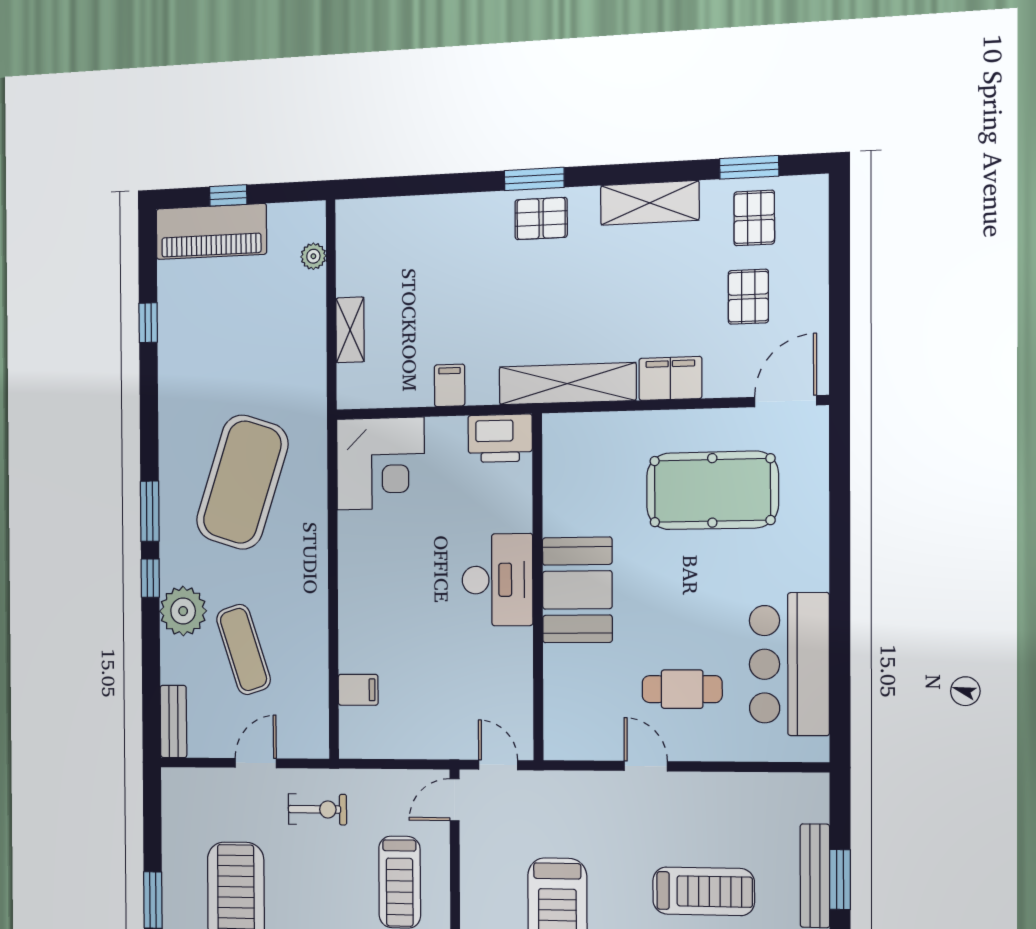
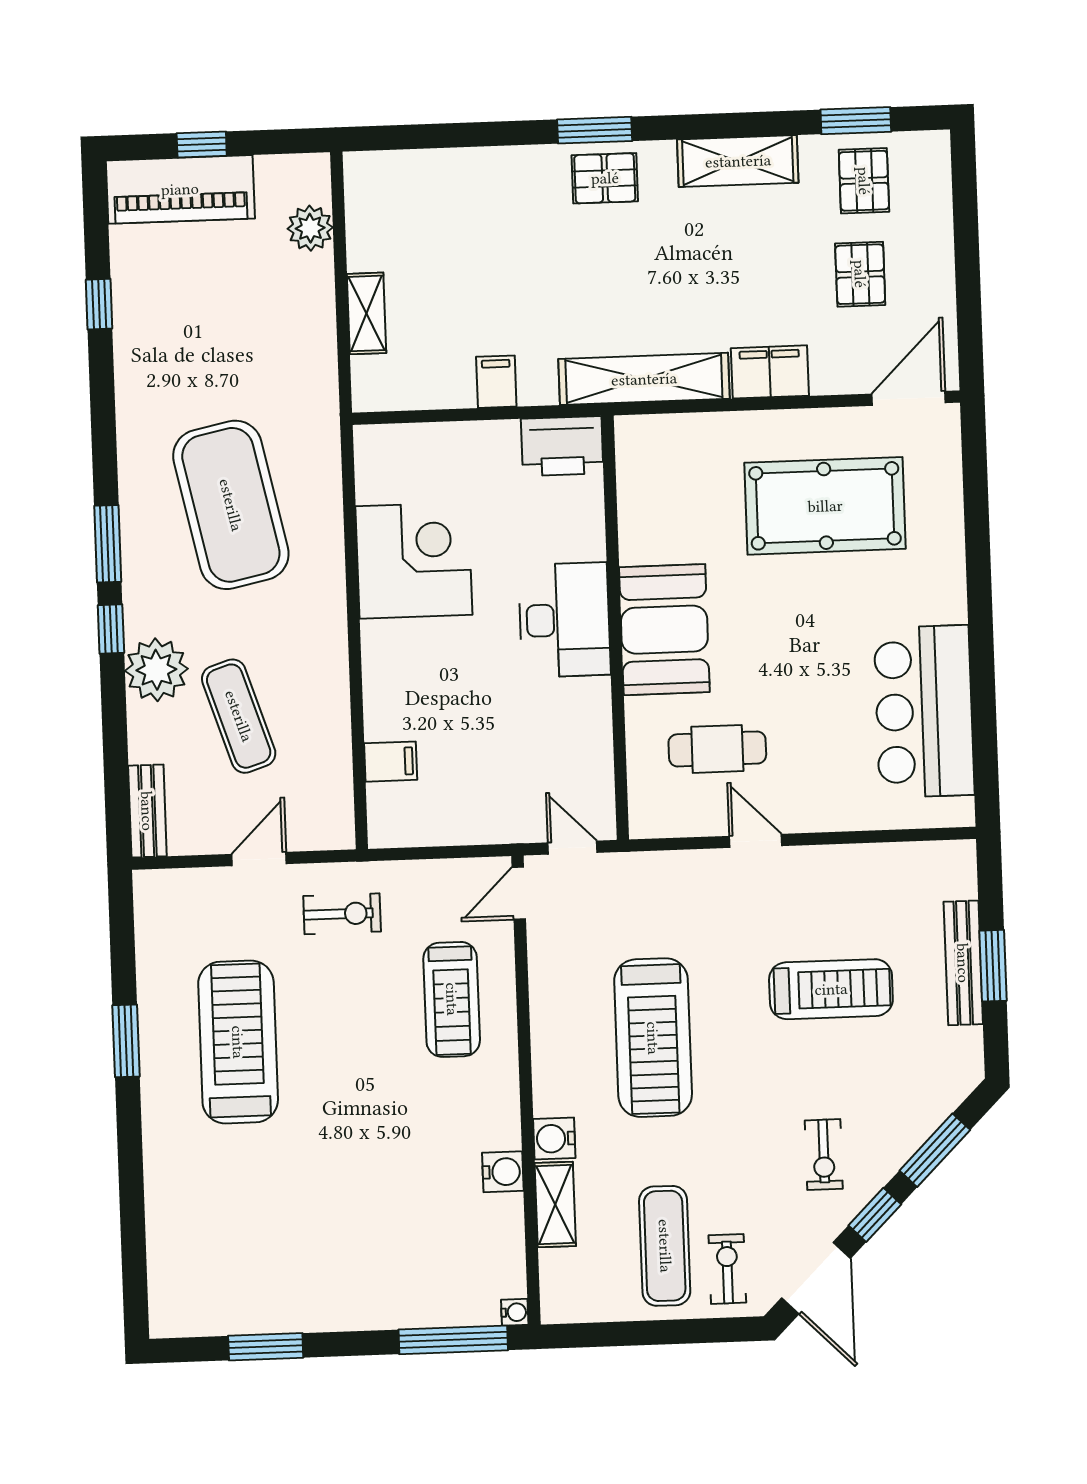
plant: (313, 256) -> (310, 228), width x1.38, depth x1.38
corner desk: (380, 464) -> (414, 561), moved, turned -90
exercise mat: (242, 482) -> (231, 505), turned -30
cafe table: (682, 689) -> (717, 749), moved

